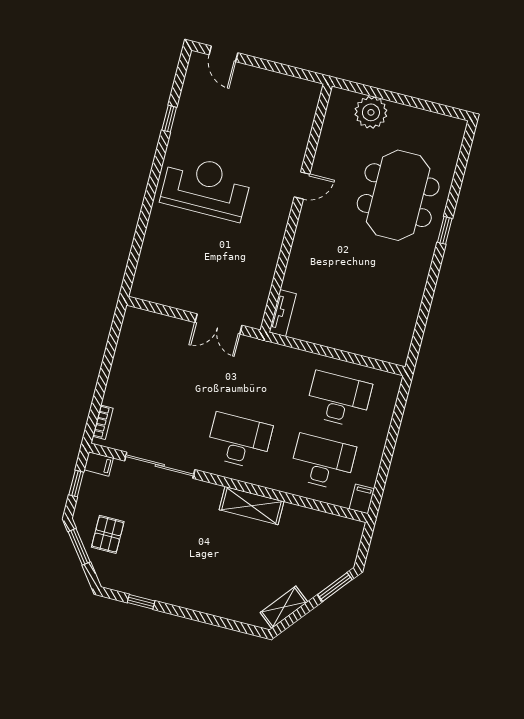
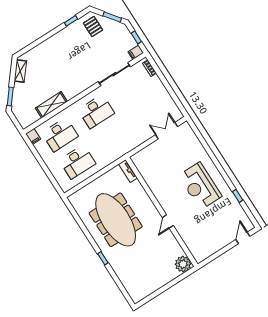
door: (223, 54) -> (243, 238), hinge flipped
plant: (371, 112) -> (183, 264), moved
reception desk: (206, 187) -> (200, 186), turned 90
meeting table: (398, 195) -> (116, 220), moved, width x1.36
double door: (218, 324) -> (167, 131), moved
shelving: (252, 506) -> (51, 105), moved
pallet: (108, 534) -> (93, 27), moved

